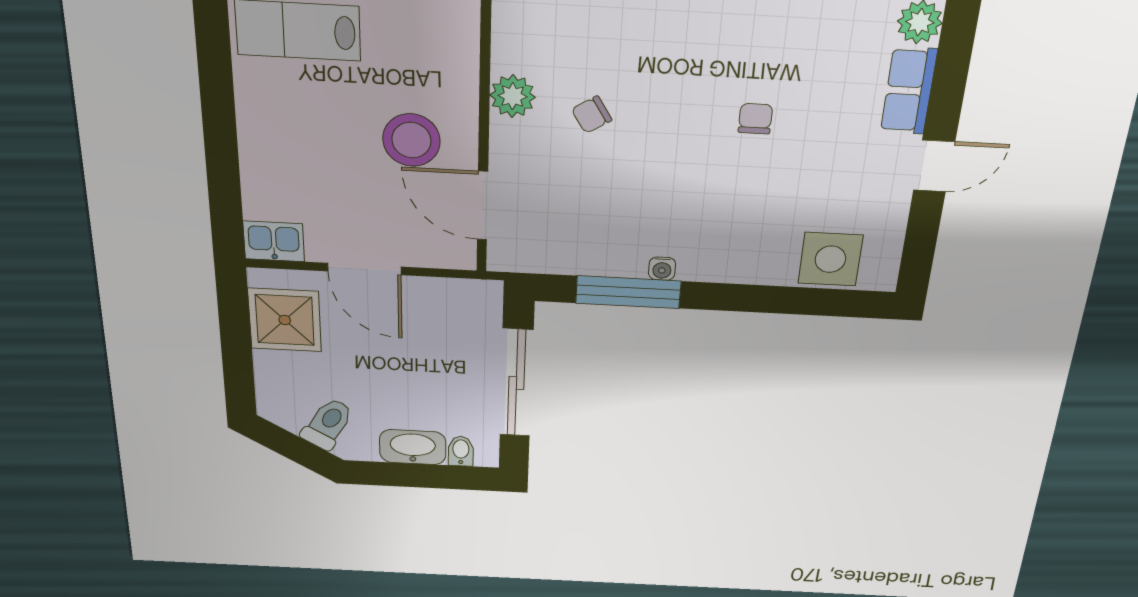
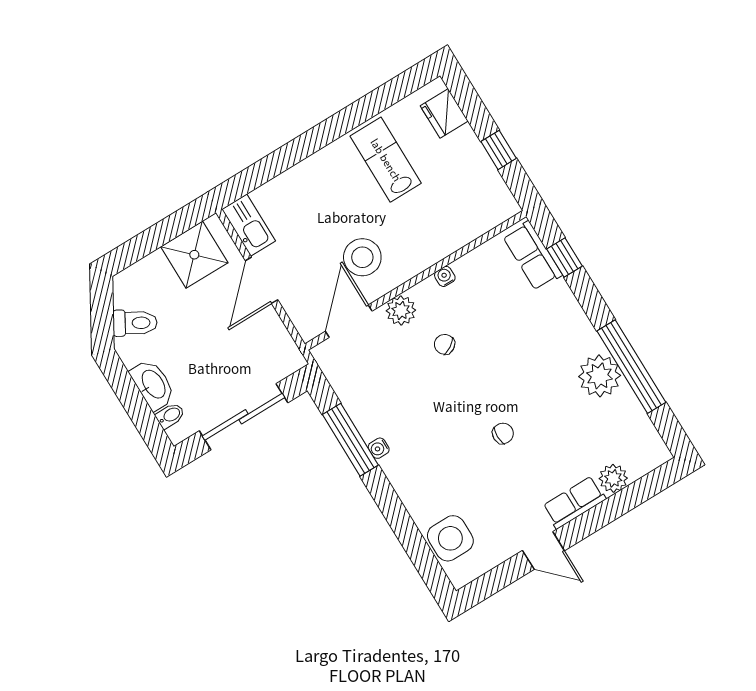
water cooler: (504, 58) -> (445, 276), added
plant: (513, 96) -> (401, 311), moved
kitchen sink: (274, 241) -> (249, 225), width x1.38

